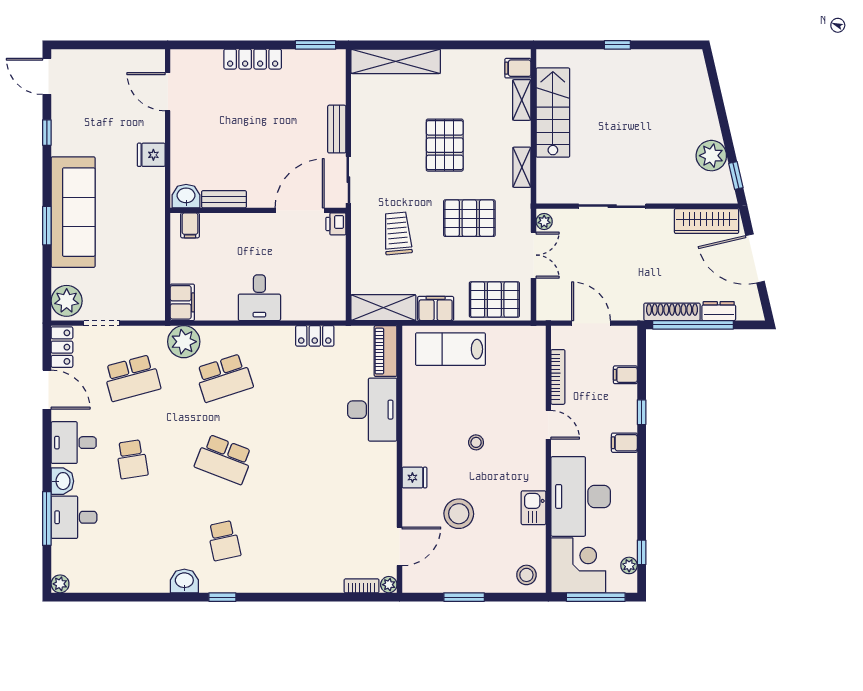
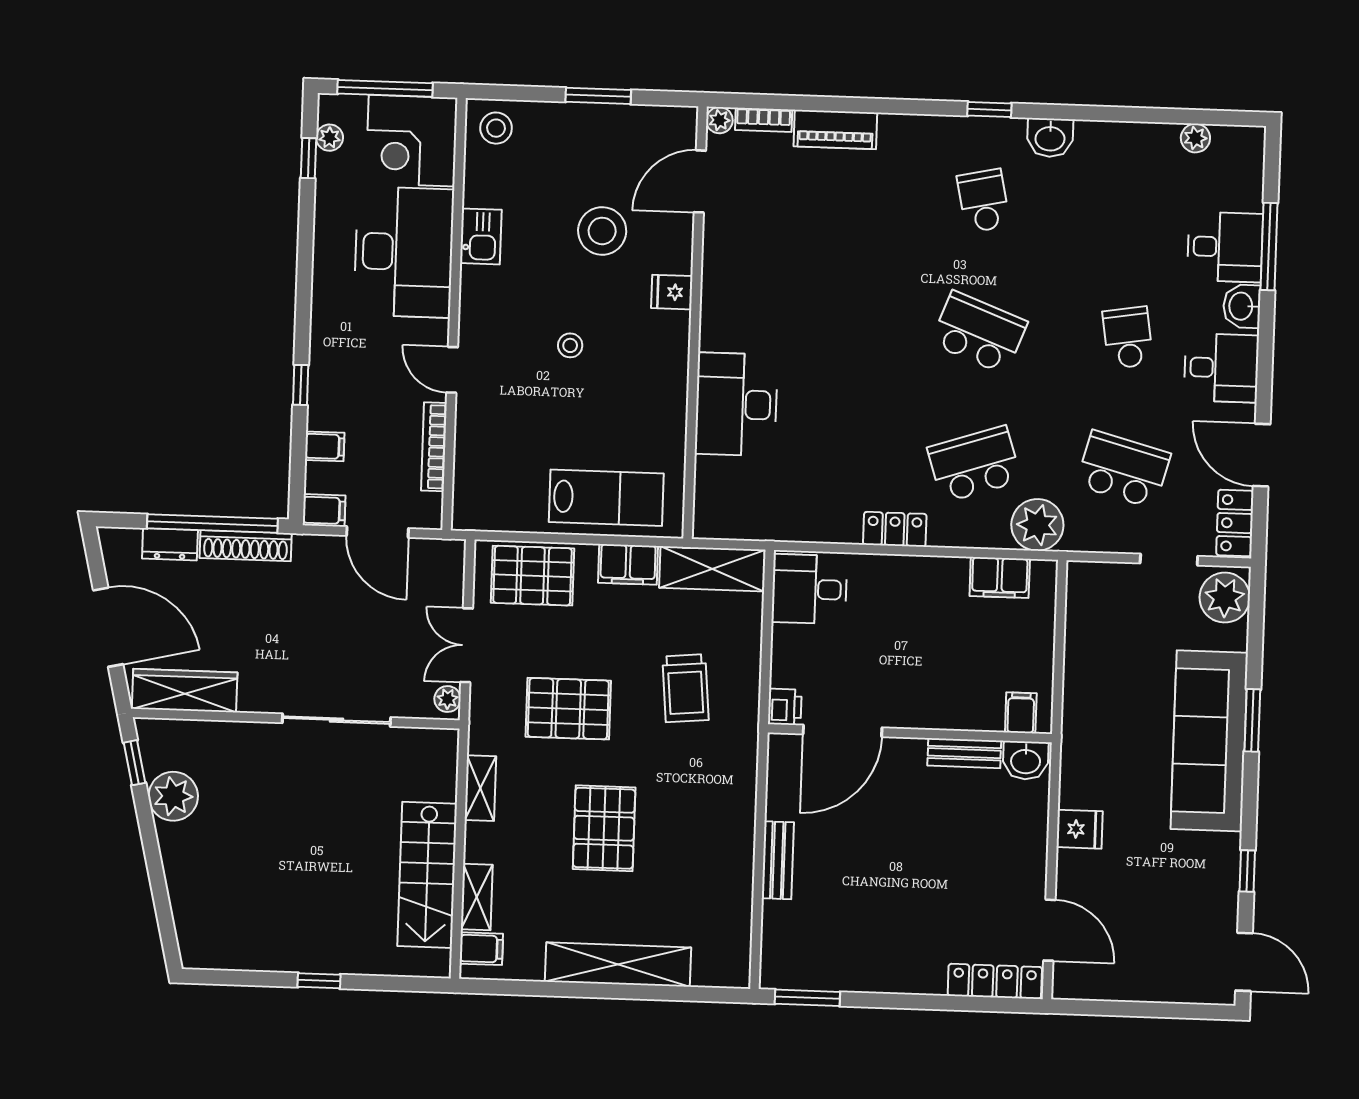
locker: (253, 59) -> (995, 981), moved
shelving: (396, 61) -> (618, 964), moved
sliding door: (348, 180) -> (762, 778), removed
desk: (259, 298) -> (809, 589), moved, turned -90
filing cabinet: (182, 302) -> (1000, 577), moved, turned -90
locker: (315, 336) -> (895, 529), moved
piano: (386, 351) -> (835, 129), moved, turned 90
school desk: (132, 378) -> (1123, 469), turned 30
filing cabinet: (624, 443) -> (324, 510), moved
plant: (60, 584) -> (1195, 138), moved

